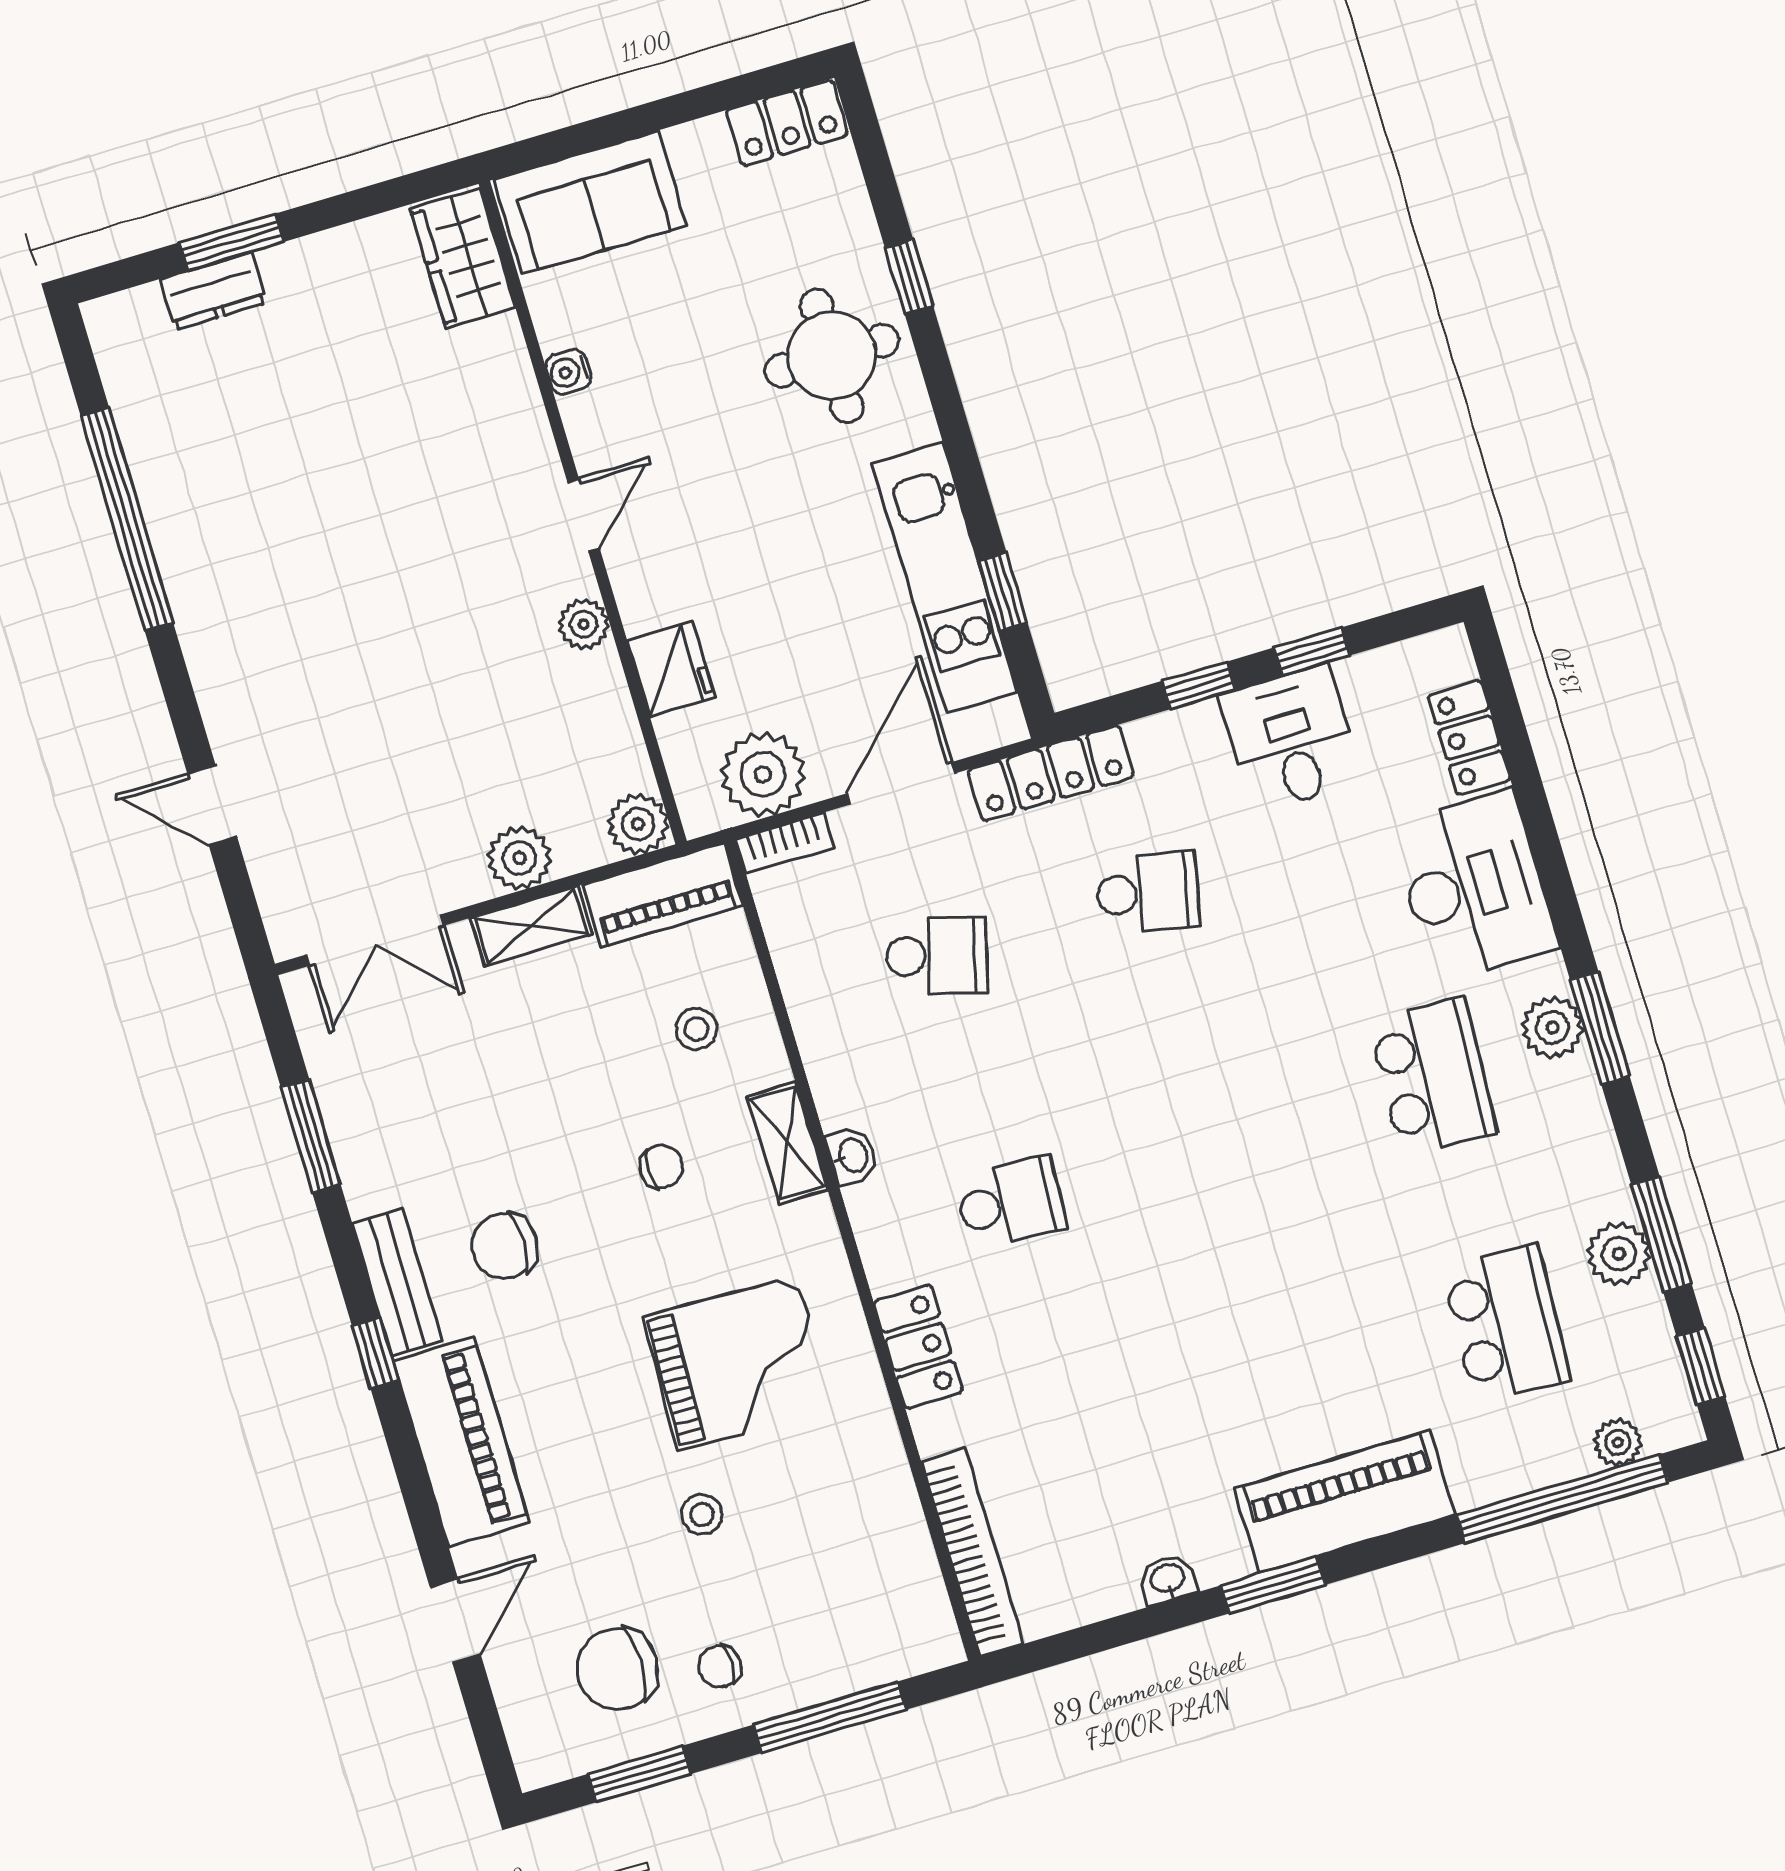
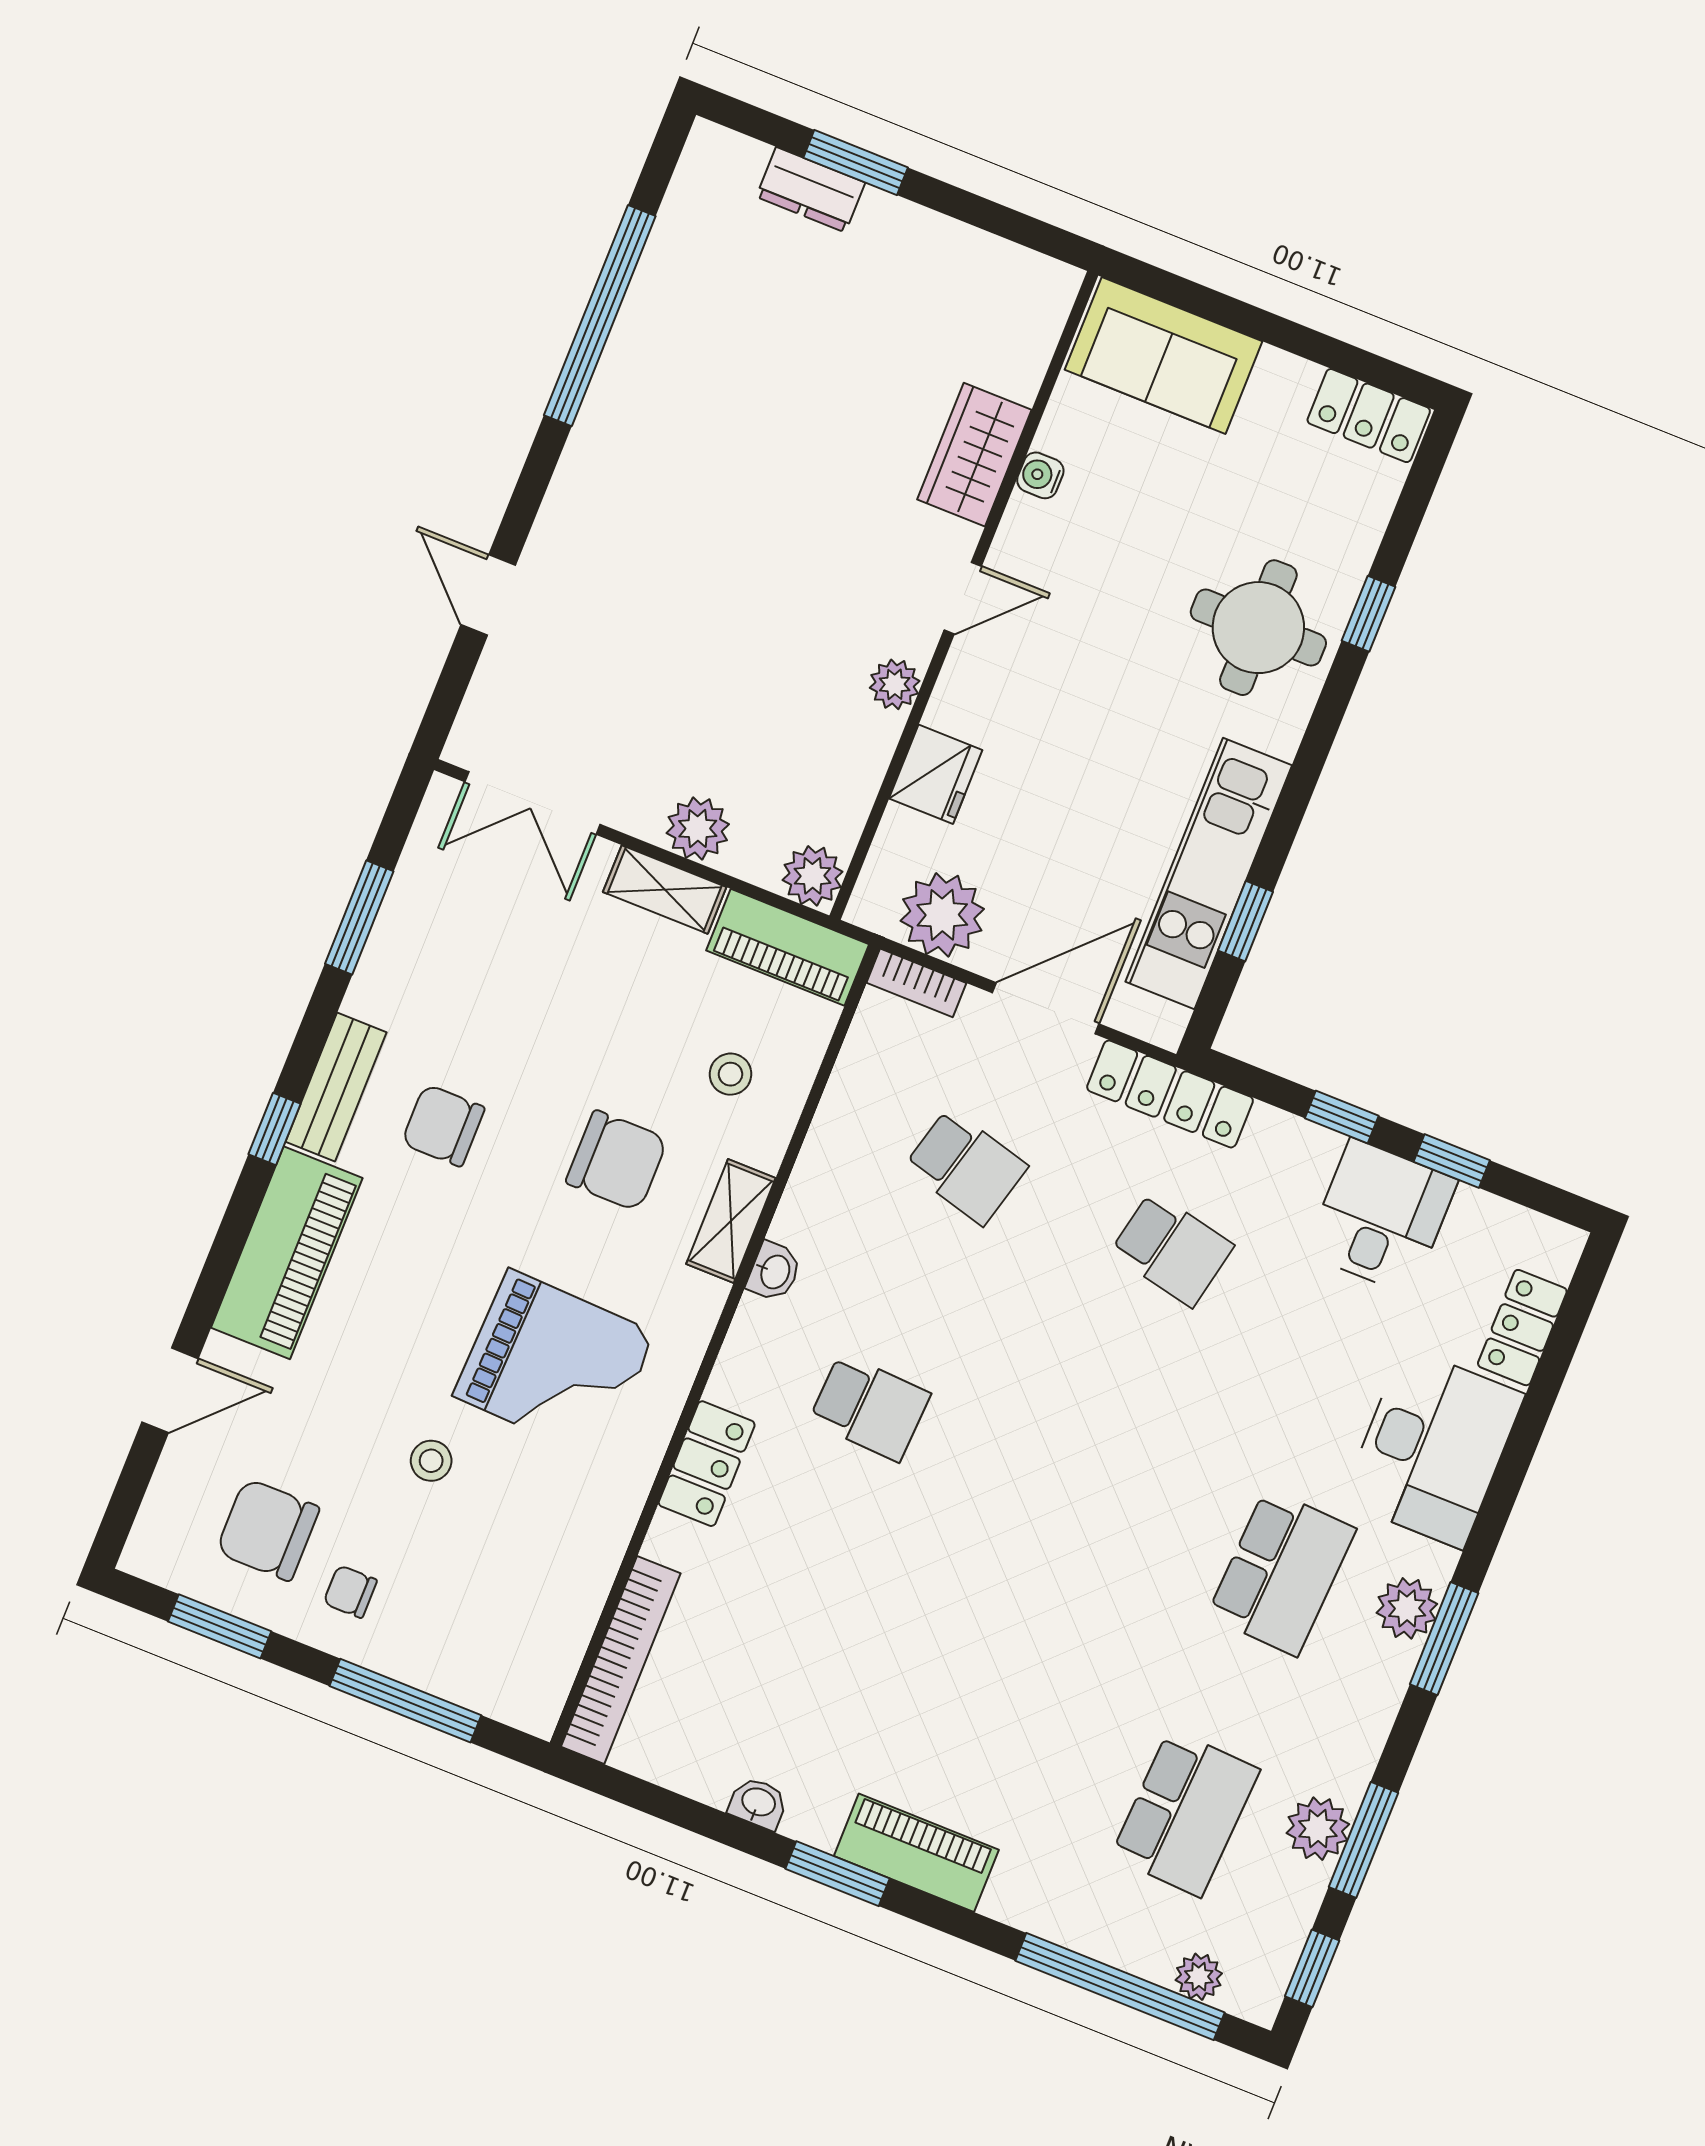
wardrobe: (463, 258) -> (974, 455), moved
chair: (661, 1167) -> (617, 1161), width x1.87, depth x1.87
piano: (1345, 1502) -> (916, 1853), width x0.73, depth x0.75

